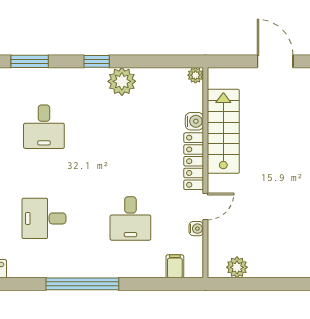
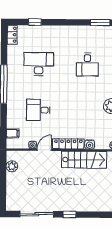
desk: (44, 127) -> (87, 64), turned -90
door: (205, 206) -> (44, 150), swing flipped
desk: (44, 218) -> (39, 64), width x1.37

